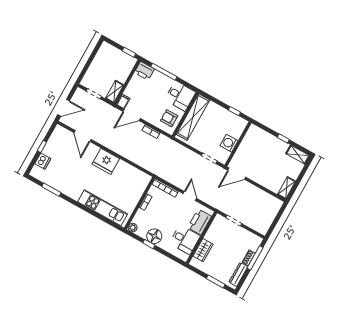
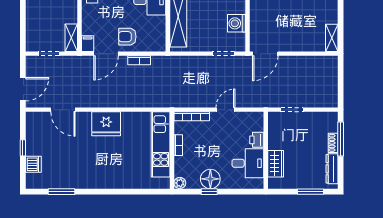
armchair: (169, 118) -> (127, 37), moved
door: (190, 196) -> (225, 110), hinge flipped
kitchen unit: (103, 208) -> (161, 144), moved, turned -90
printer: (200, 222) -> (257, 140), width x0.53, depth x0.68

